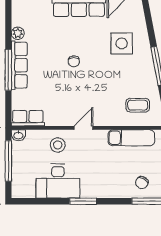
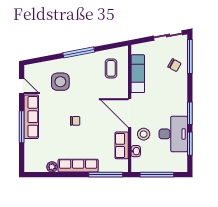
window: (8, 70) -> (106, 175), moved
row of seats: (28, 118) -> (122, 145), moved
door: (83, 128) -> (130, 113), width x1.87
washbasin: (18, 135) -> (136, 151), moved
window: (46, 201) -> (190, 144), added

